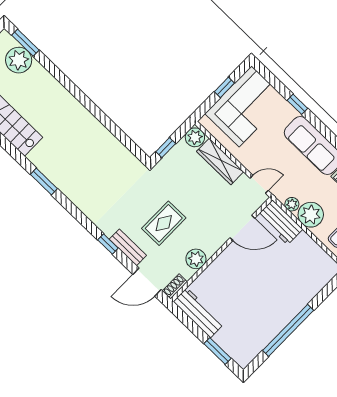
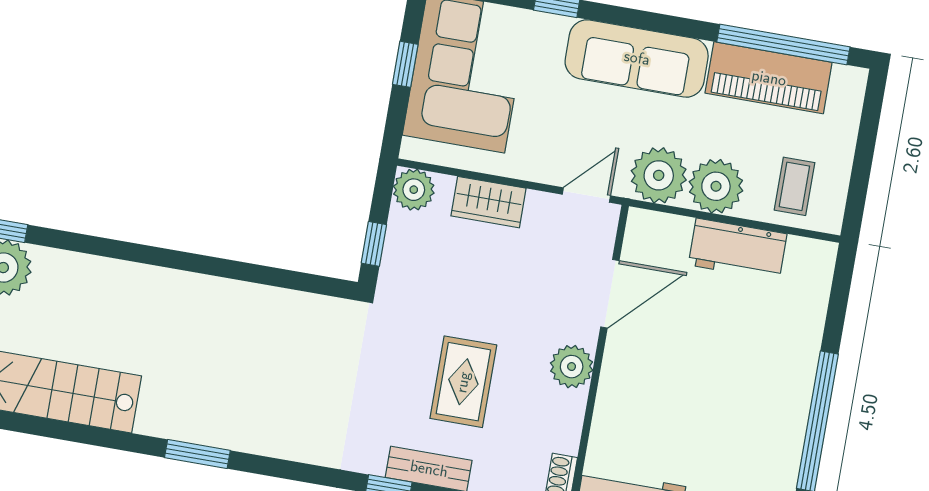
wardrobe: (220, 162) -> (489, 202), width x0.67
plant: (292, 204) -> (659, 175), width x1.87, depth x1.87
workbench: (280, 222) -> (738, 249), moved
plant: (196, 259) -> (572, 367), moved

